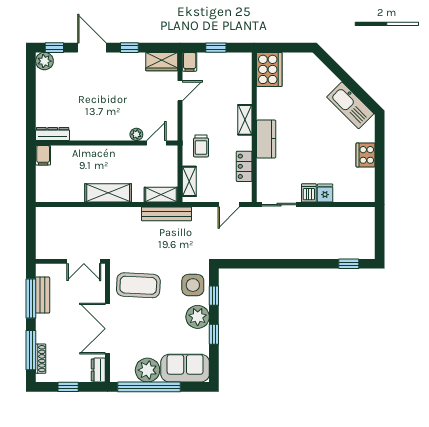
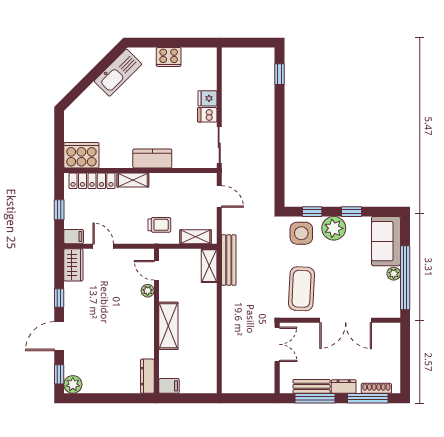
locker: (244, 166) -> (92, 181), moved, width x1.53
shelving: (108, 193) -> (168, 326), moved
dresser: (98, 370) -> (344, 386), moved, turned 180
plant: (148, 370) -> (394, 274), width x0.53, depth x0.53
window: (68, 387) -> (405, 360), removed

